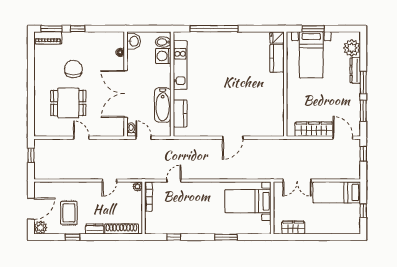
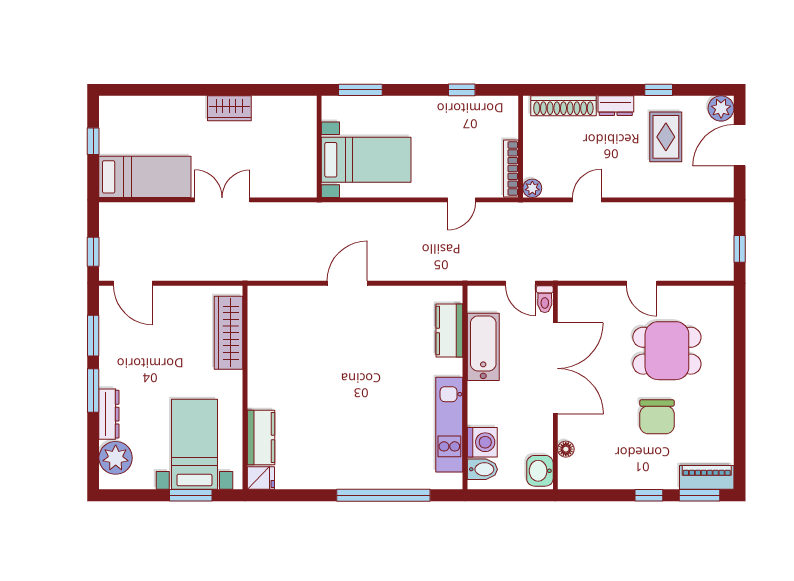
wardrobe: (314, 129) -> (228, 333), moved, turned 90
bed with nightstands: (248, 201) -> (366, 160), moved
wall: (272, 208) -> (319, 147), moved

